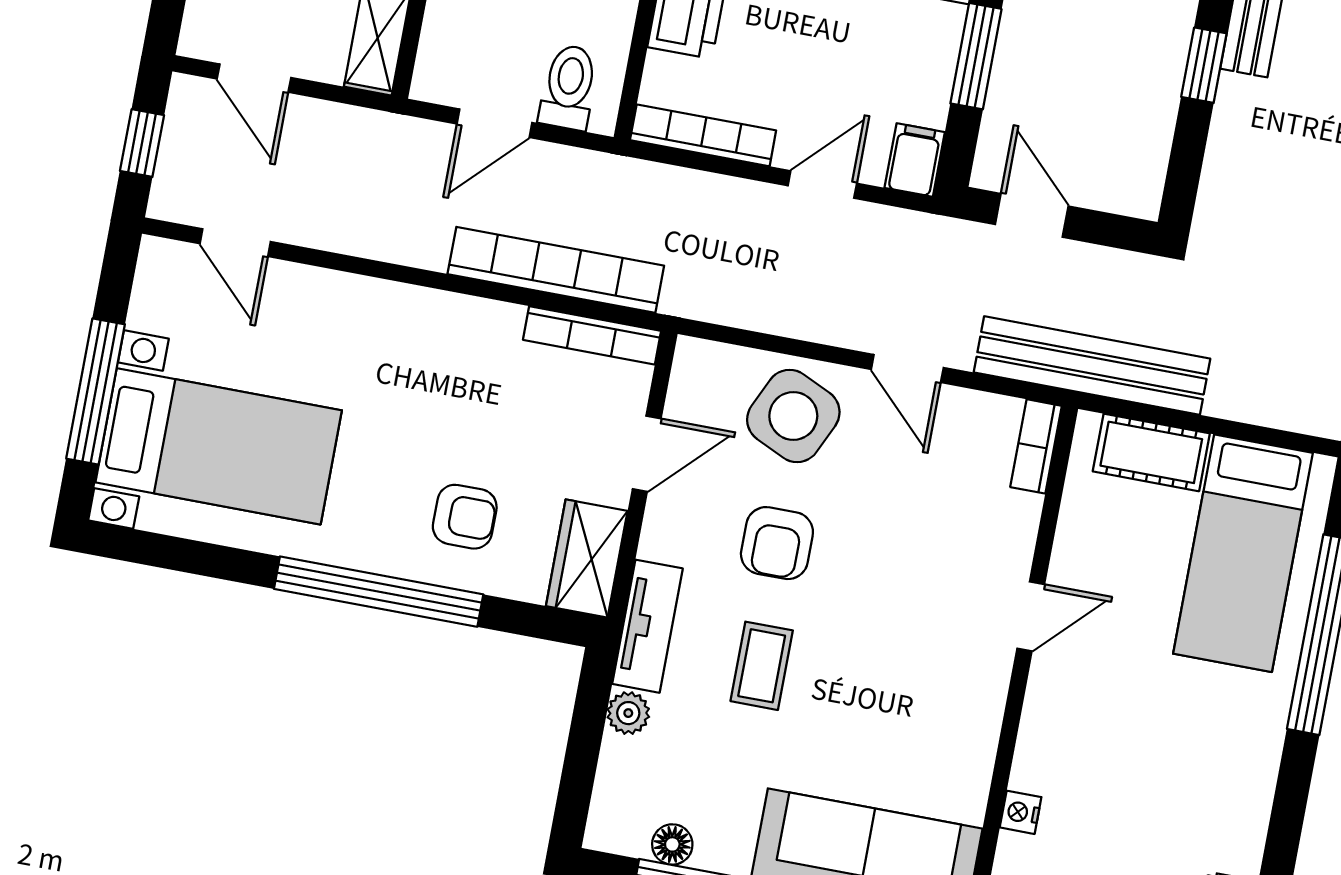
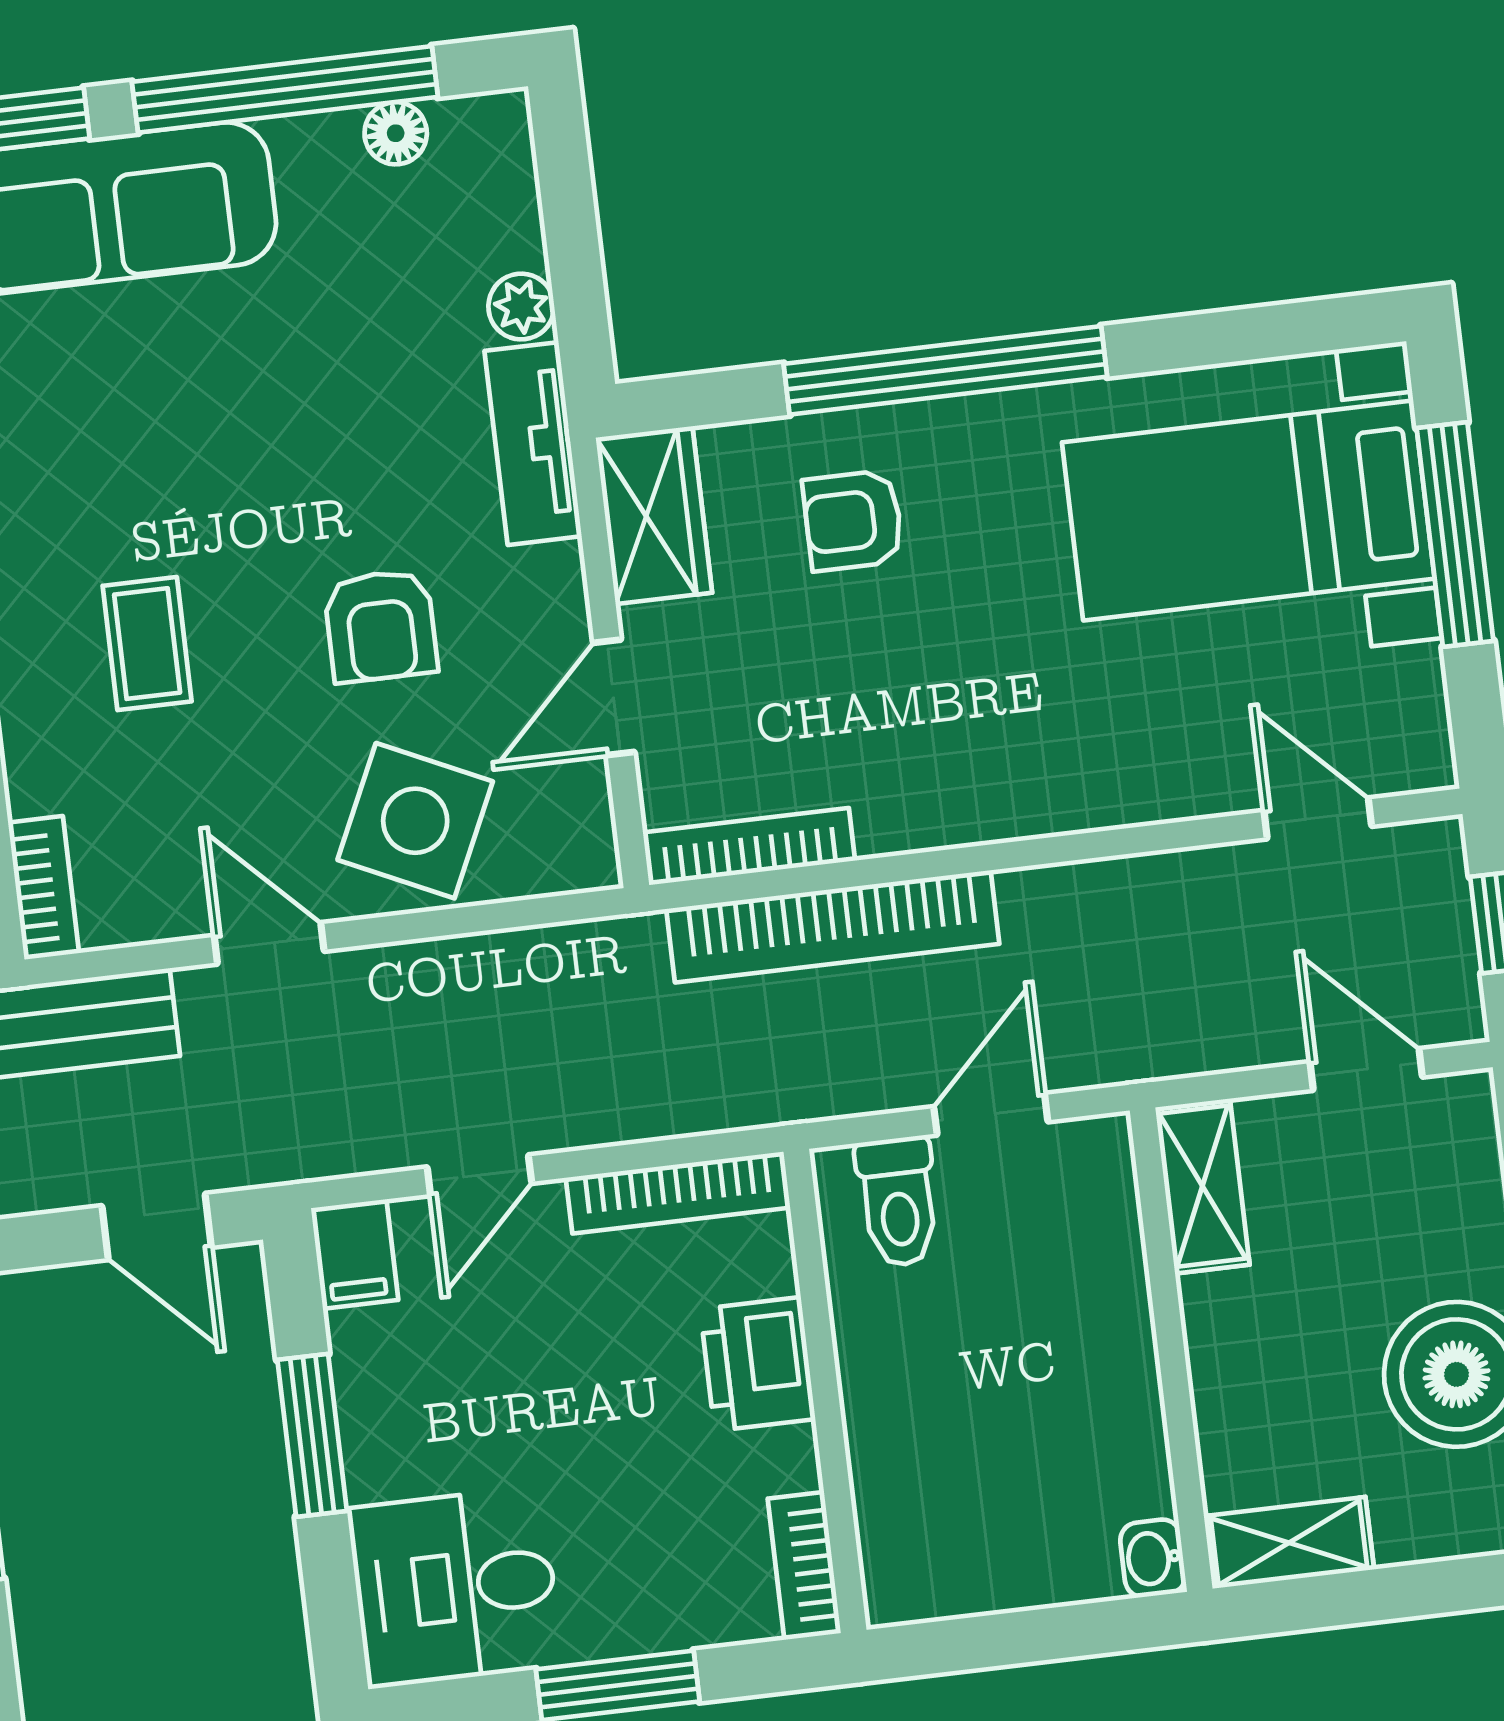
armchair: (777, 543) -> (381, 626), turned 180
coffee table: (762, 666) -> (147, 644), moved

